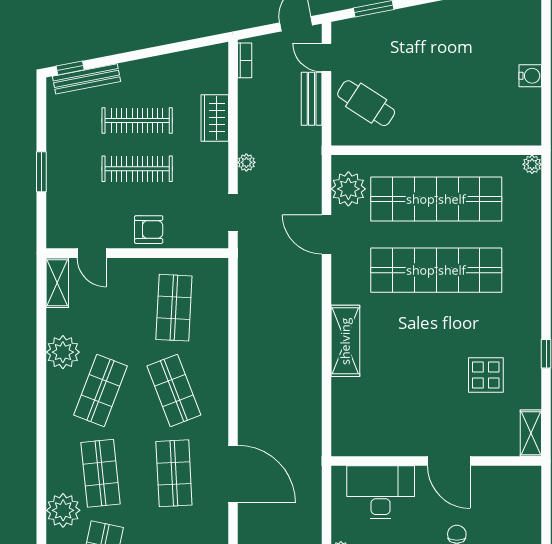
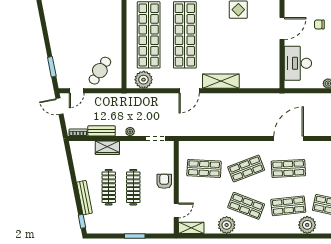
bench: (86, 79) -> (85, 198), moved
bench: (312, 99) -> (102, 131), moved
door: (326, 235) -> (189, 91), moved

